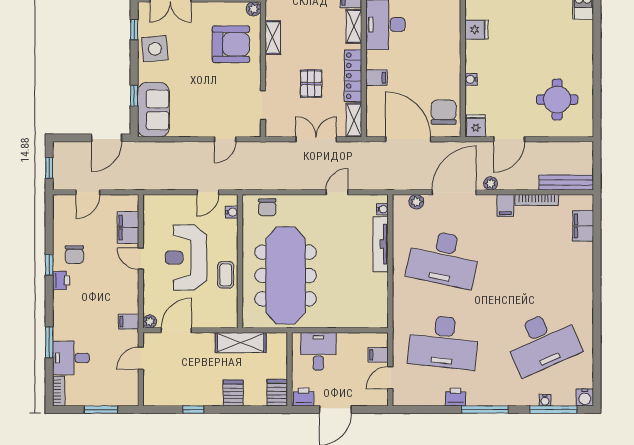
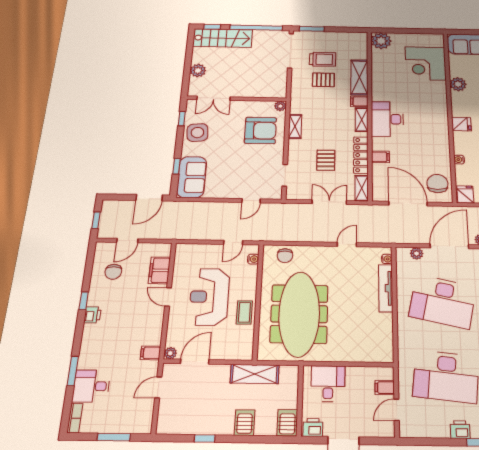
chair: (74, 255) -> (113, 272), moved

